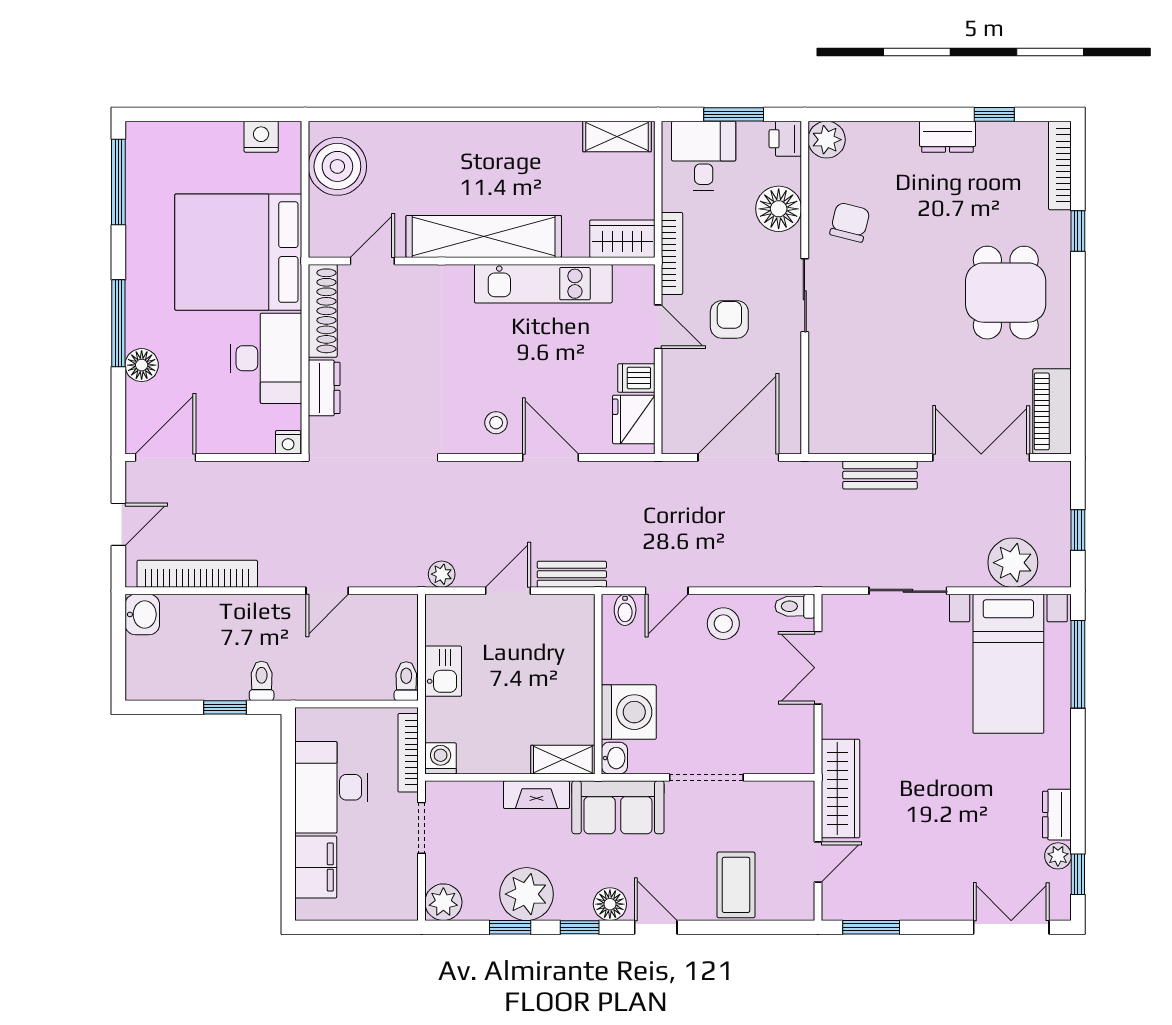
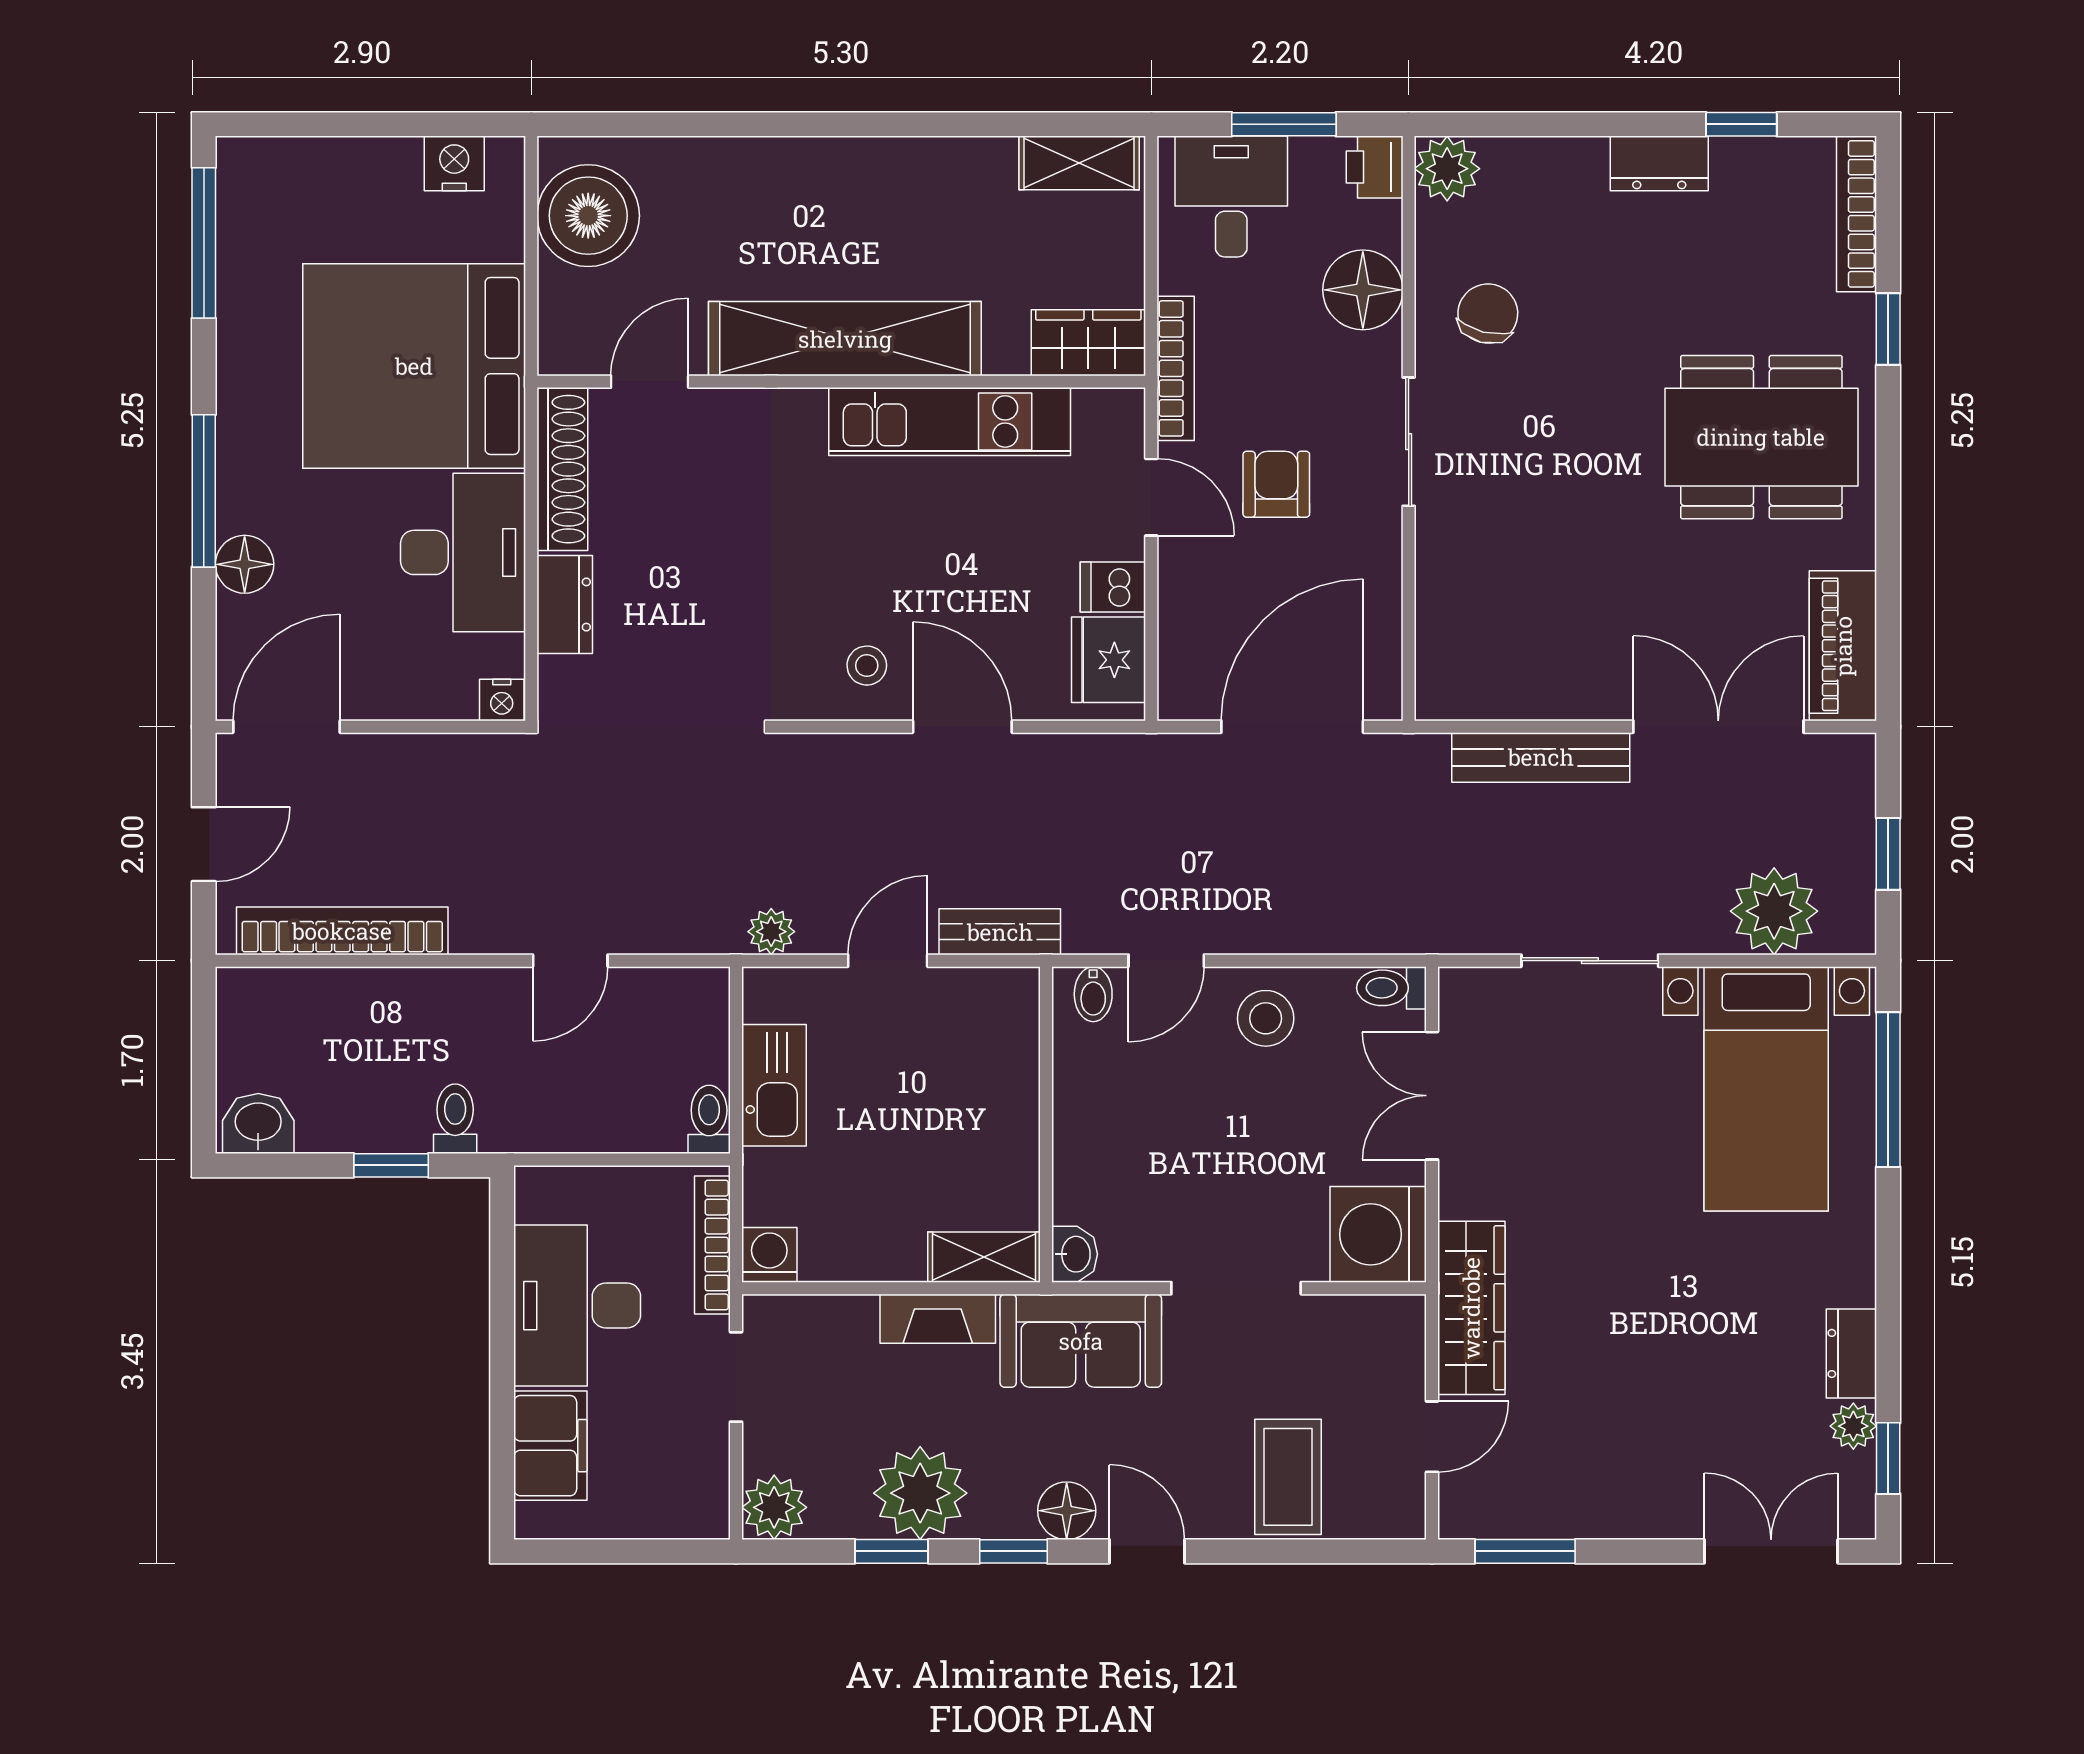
dining table: (1006, 293) -> (1761, 437), width x1.38
bench: (880, 475) -> (1541, 757), width x1.36
washbasin: (142, 614) -> (258, 1123), moved, turned -90
kitchen sink: (443, 671) -> (774, 1085), width x1.38
washing machine: (629, 712) -> (1378, 1234), moved, turned 180

